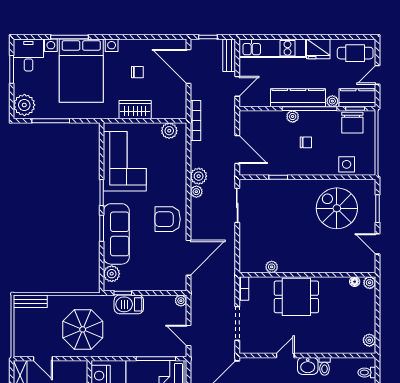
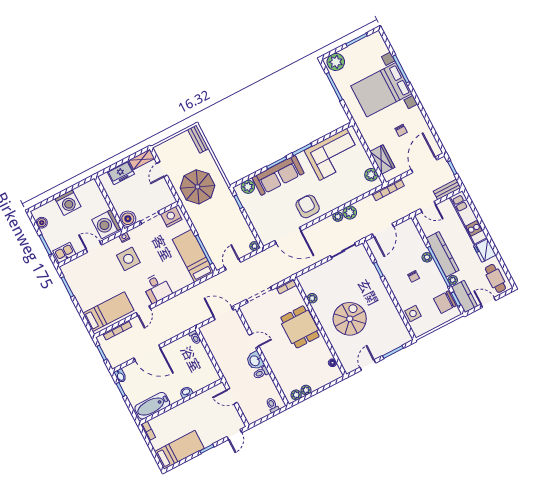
desk: (28, 55) -> (373, 46), removed
wardrobe: (135, 110) -> (382, 159), moved
spiral stairs: (337, 208) -> (350, 319), moved
plant: (370, 283) -> (306, 390), moved
barbecue: (129, 304) -> (232, 210), removed

